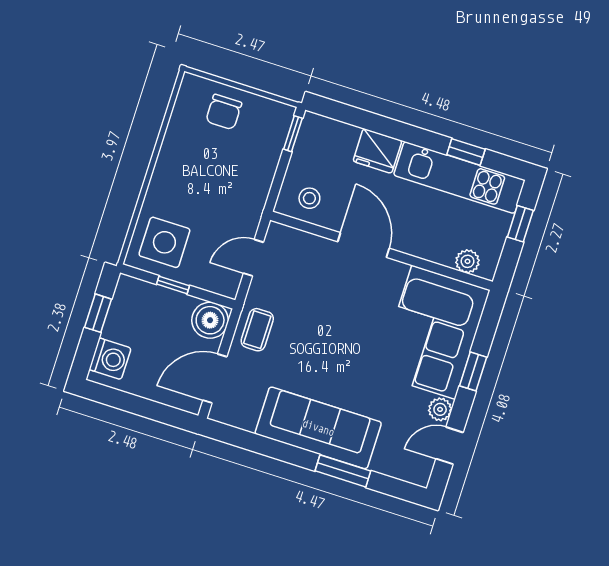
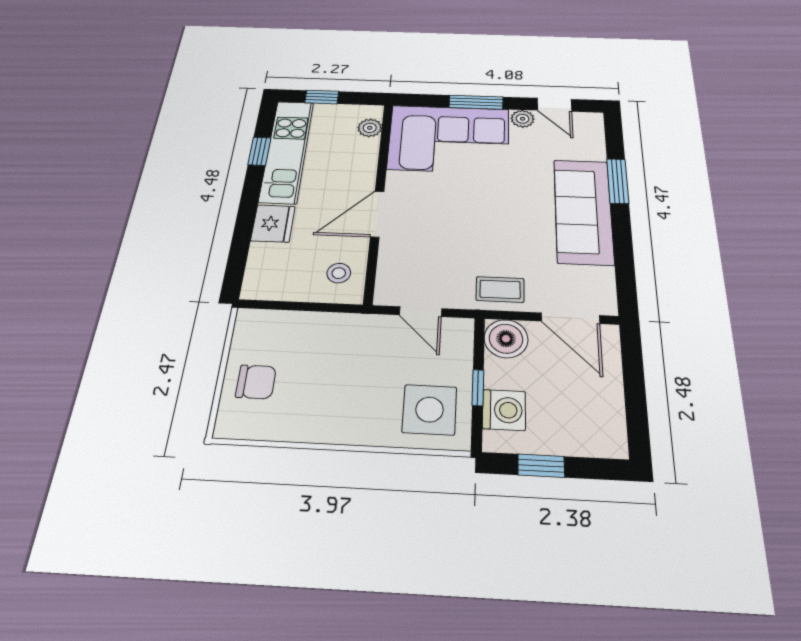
window: (293, 134) -> (269, 305), removed
washing machine: (110, 359) -> (504, 410), moved, turned 90
window: (473, 371) -> (476, 102), width x1.50

